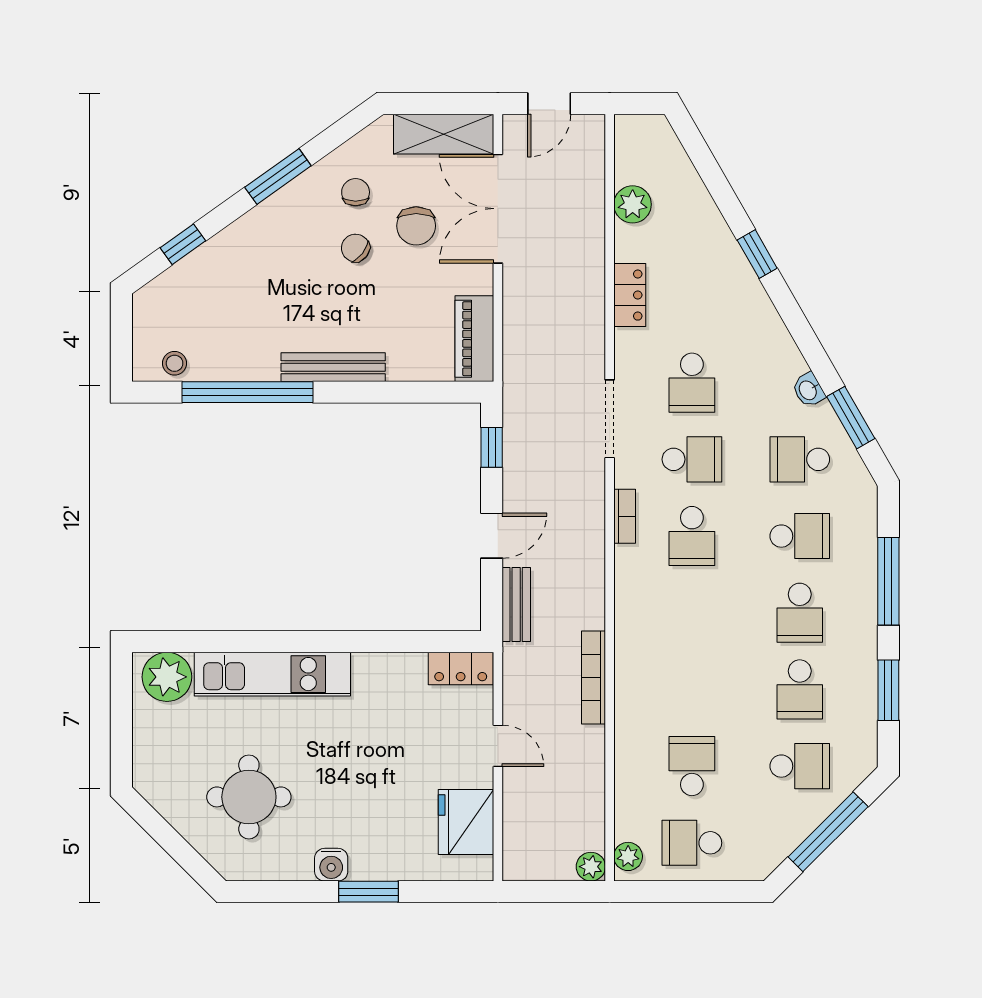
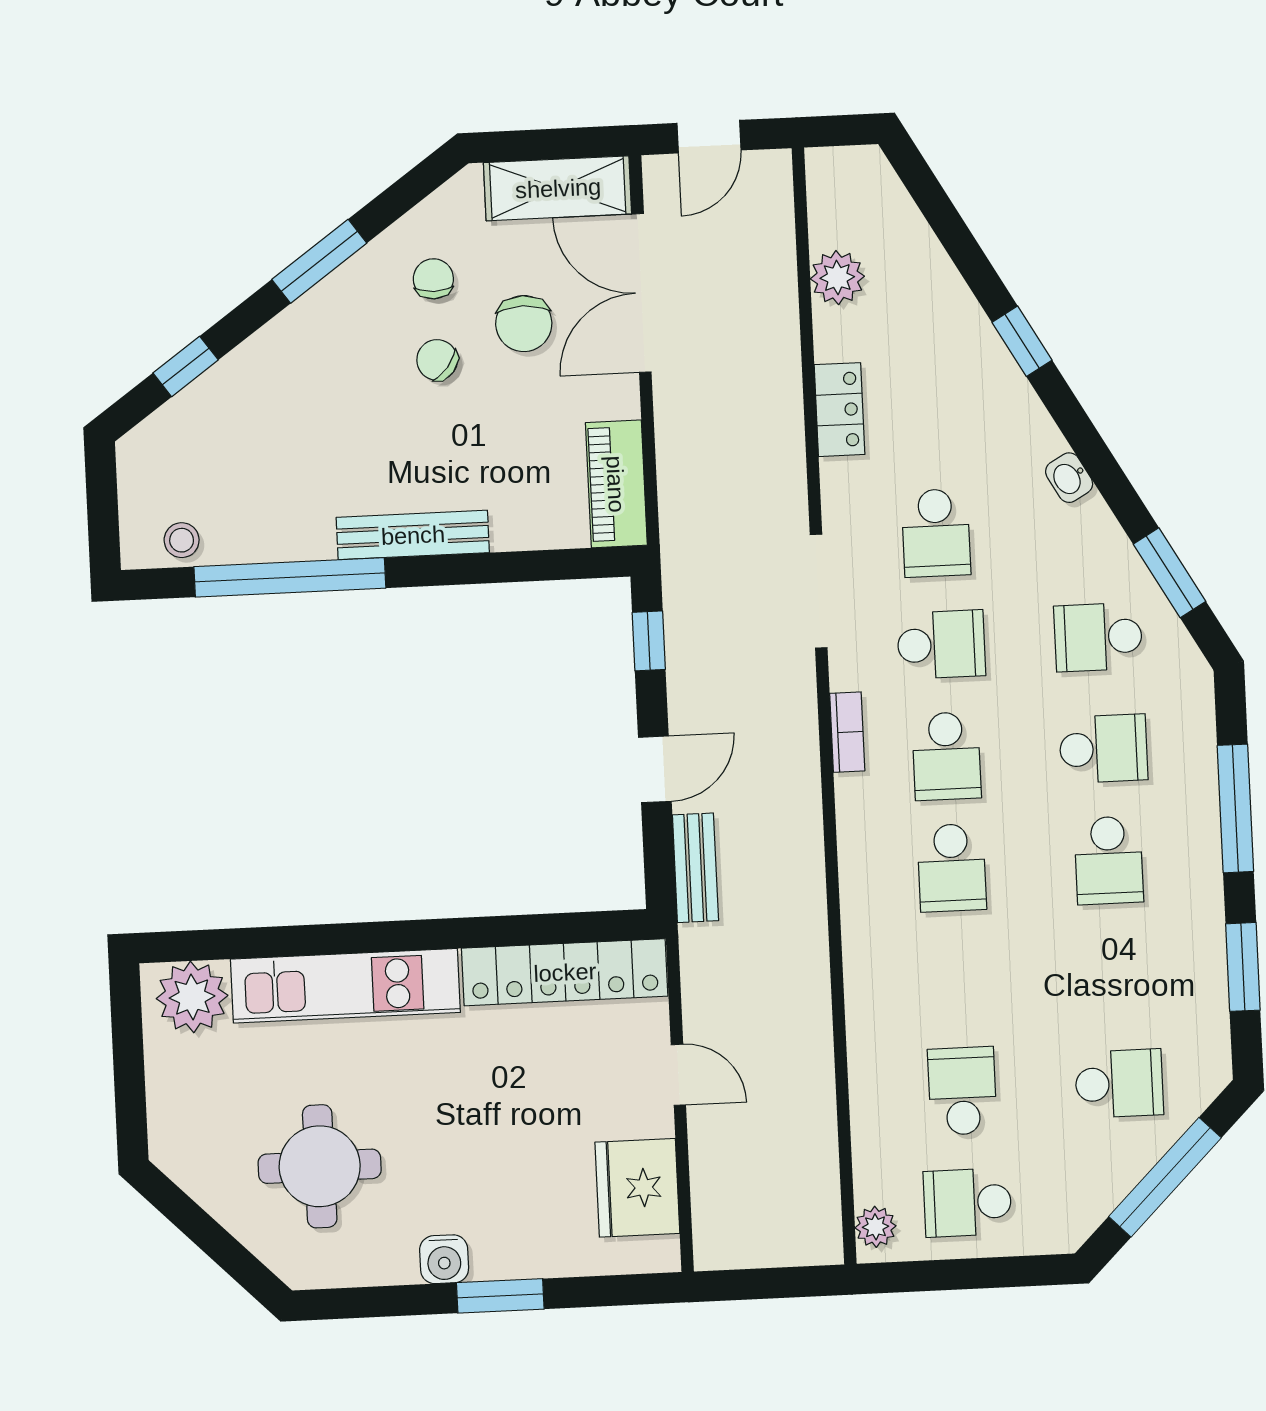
washbasin: (808, 390) -> (1069, 478), moved
locker: (461, 668) -> (565, 972), width x2.16, depth x1.21
bookcase: (593, 678) -> (813, 969), removed
school desk: (800, 689) -> (952, 868), moved
plant: (591, 867) -> (822, 1244), removed

